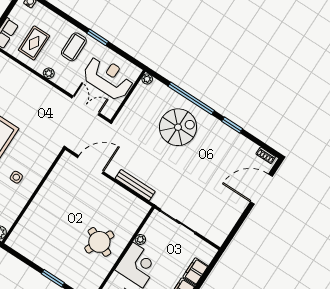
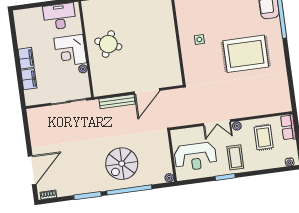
double door: (86, 106) -> (217, 123), moved
window: (232, 125) -> (87, 196), width x1.44
door: (90, 165) -> (147, 91), moved

